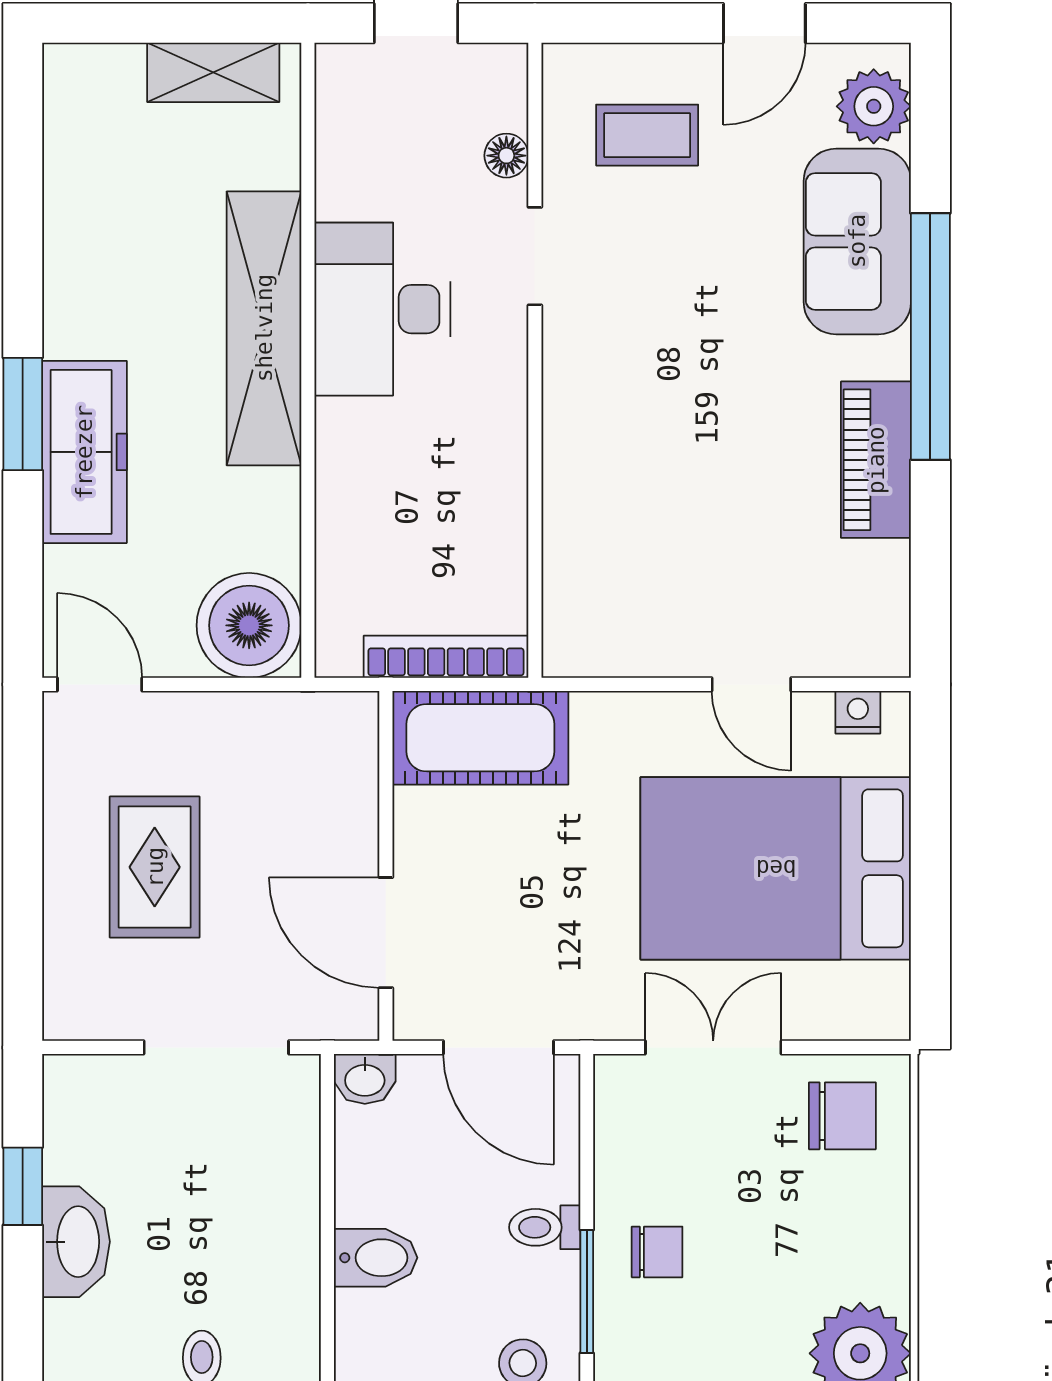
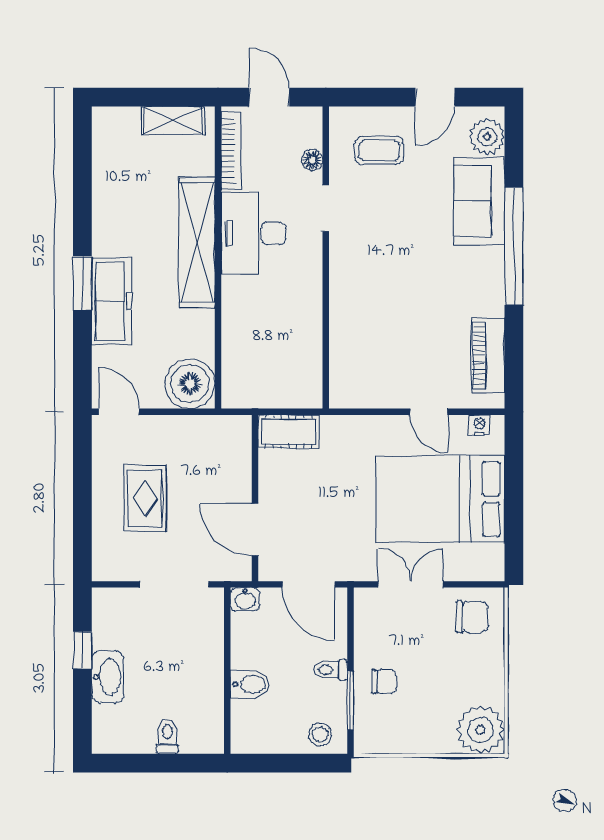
piano: (876, 460) -> (488, 356), moved
bookcase: (446, 657) -> (231, 150), moved, turned 90
cot: (480, 738) -> (289, 431), width x0.73, depth x0.75

